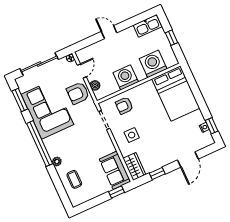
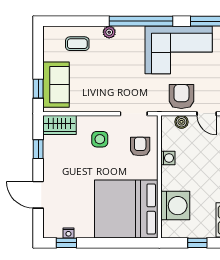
washing machine: (126, 77) -> (168, 158), width x0.53, depth x0.53
bed: (176, 94) -> (126, 209), width x1.36
sofa: (115, 170) -> (56, 85), moved, turned 90

